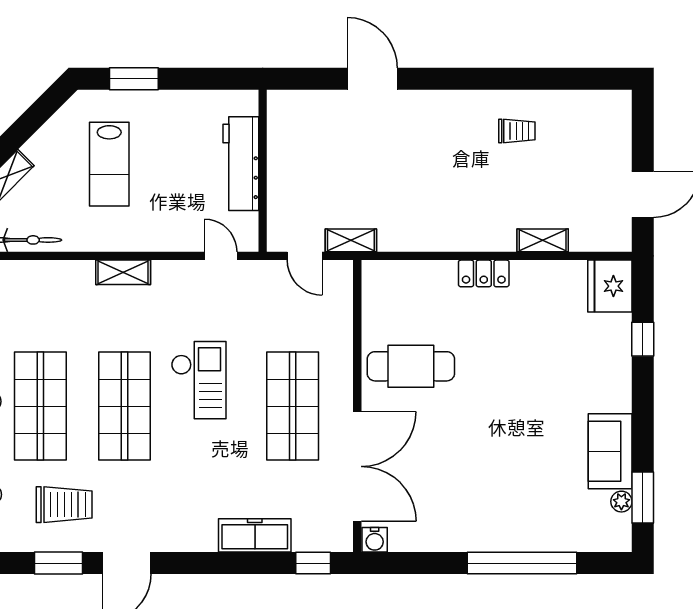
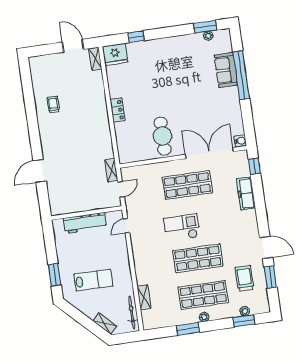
shelving: (543, 240) -> (95, 59), moved
shelving: (123, 272) -> (144, 297), moved
sofa: (610, 451) -> (226, 70), moved, turned 90

